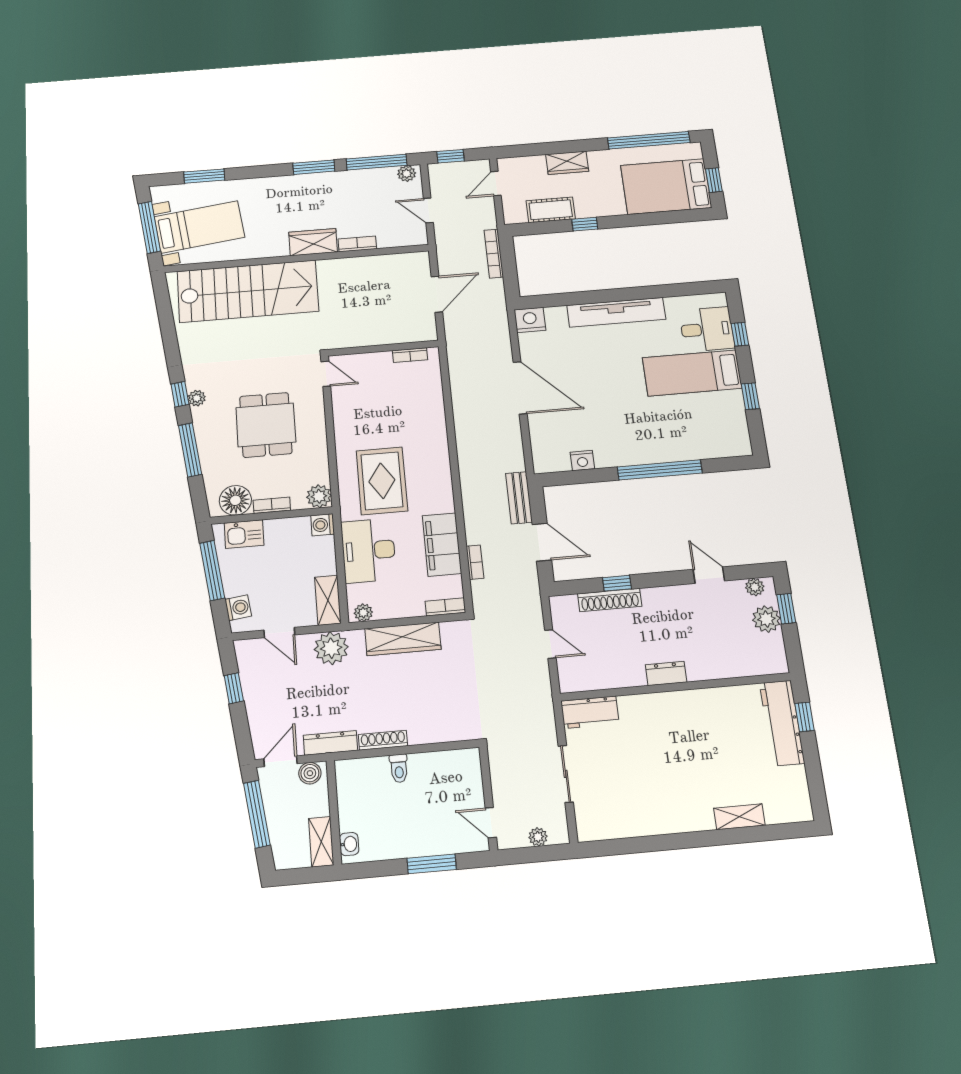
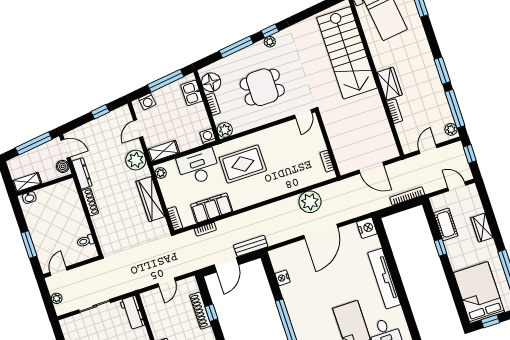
plant: (469, 393) -> (310, 202), added
toilet: (399, 768) -> (85, 241), moved

